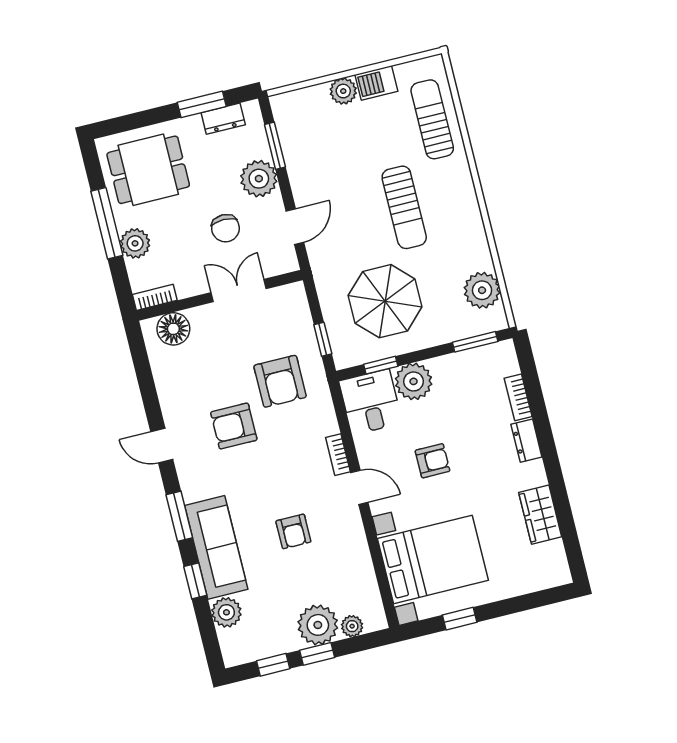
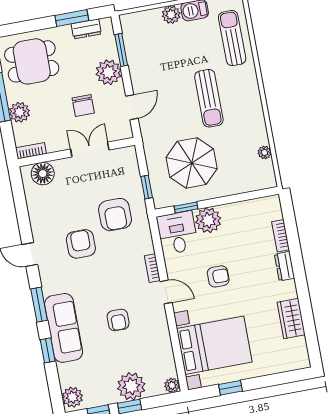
plant: (482, 290) -> (265, 152), width x0.53, depth x0.53
window: (475, 342) -> (253, 195), removed
armchair: (234, 426) -> (81, 244), turned 90
plant: (226, 612) -> (72, 397), moved
plant: (352, 626) -> (172, 385), moved

